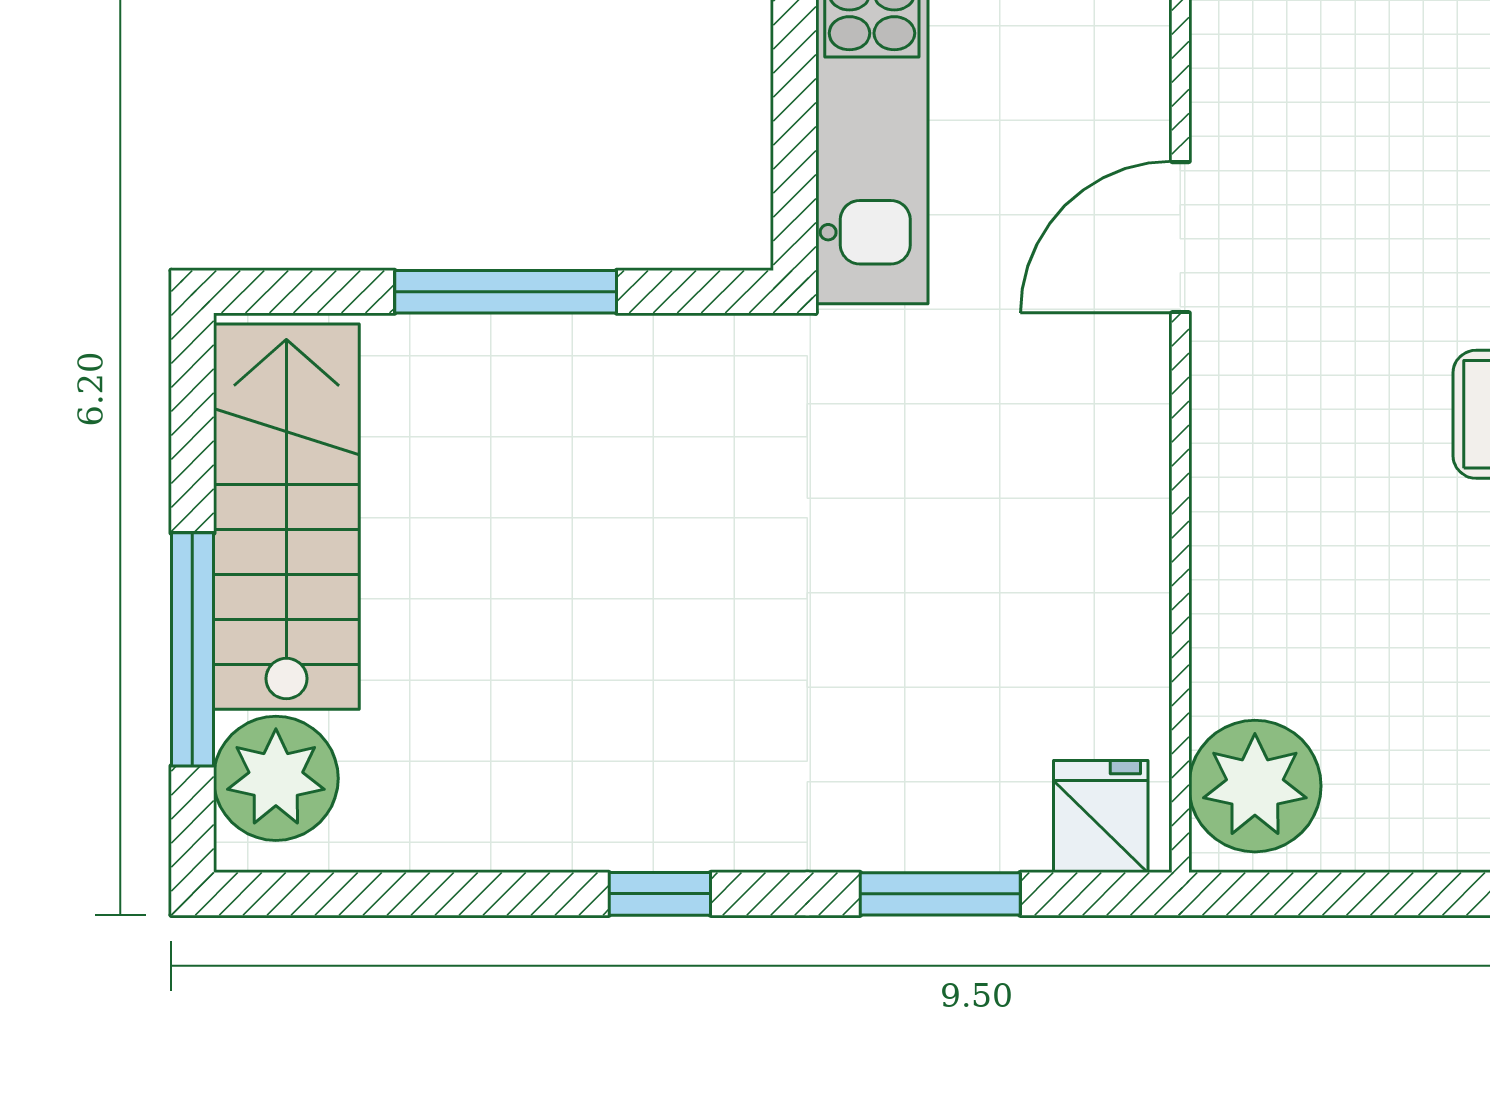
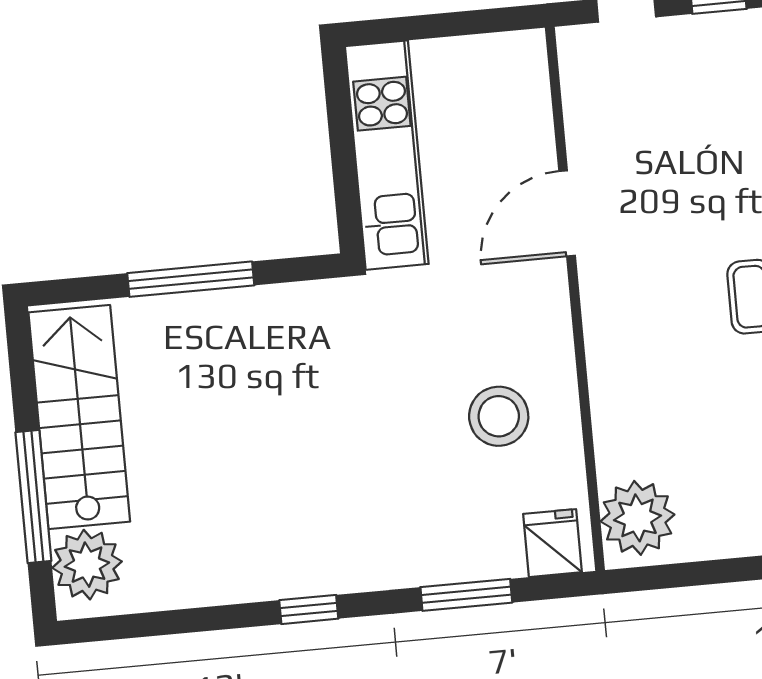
stool: (1027, 584) -> (499, 416), added

